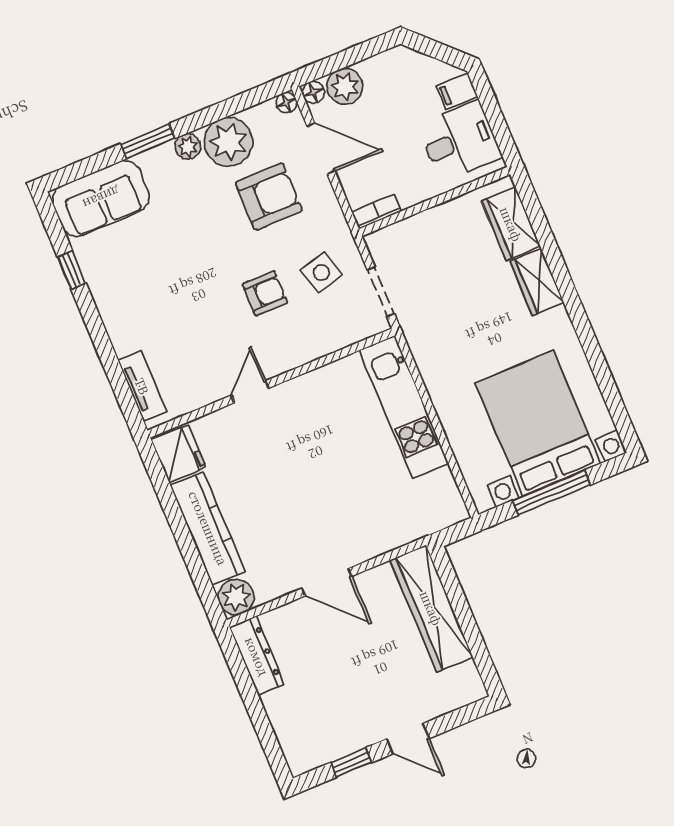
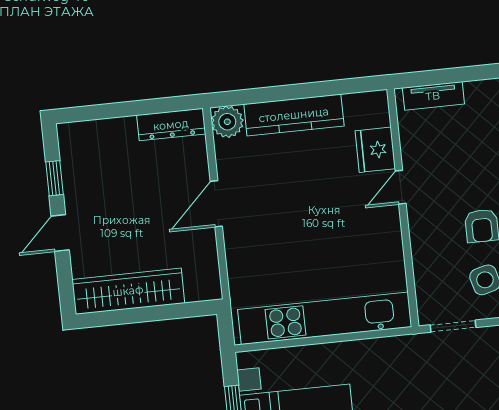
door: (250, 392) -> (401, 187), swing flipped
kitchen unit: (404, 407) -> (325, 318), width x1.36
fridge: (179, 454) -> (375, 150), moved, turned 90
wardrobe: (431, 608) -> (128, 291), moved

